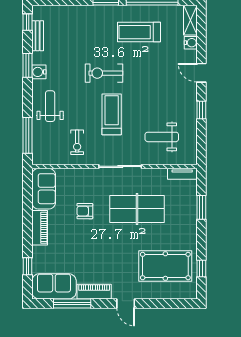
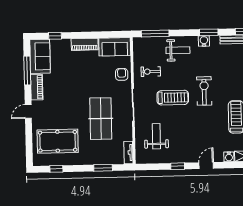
armchair: (85, 211) -> (122, 74), moved
pool table: (165, 266) -> (58, 141), turned 90

